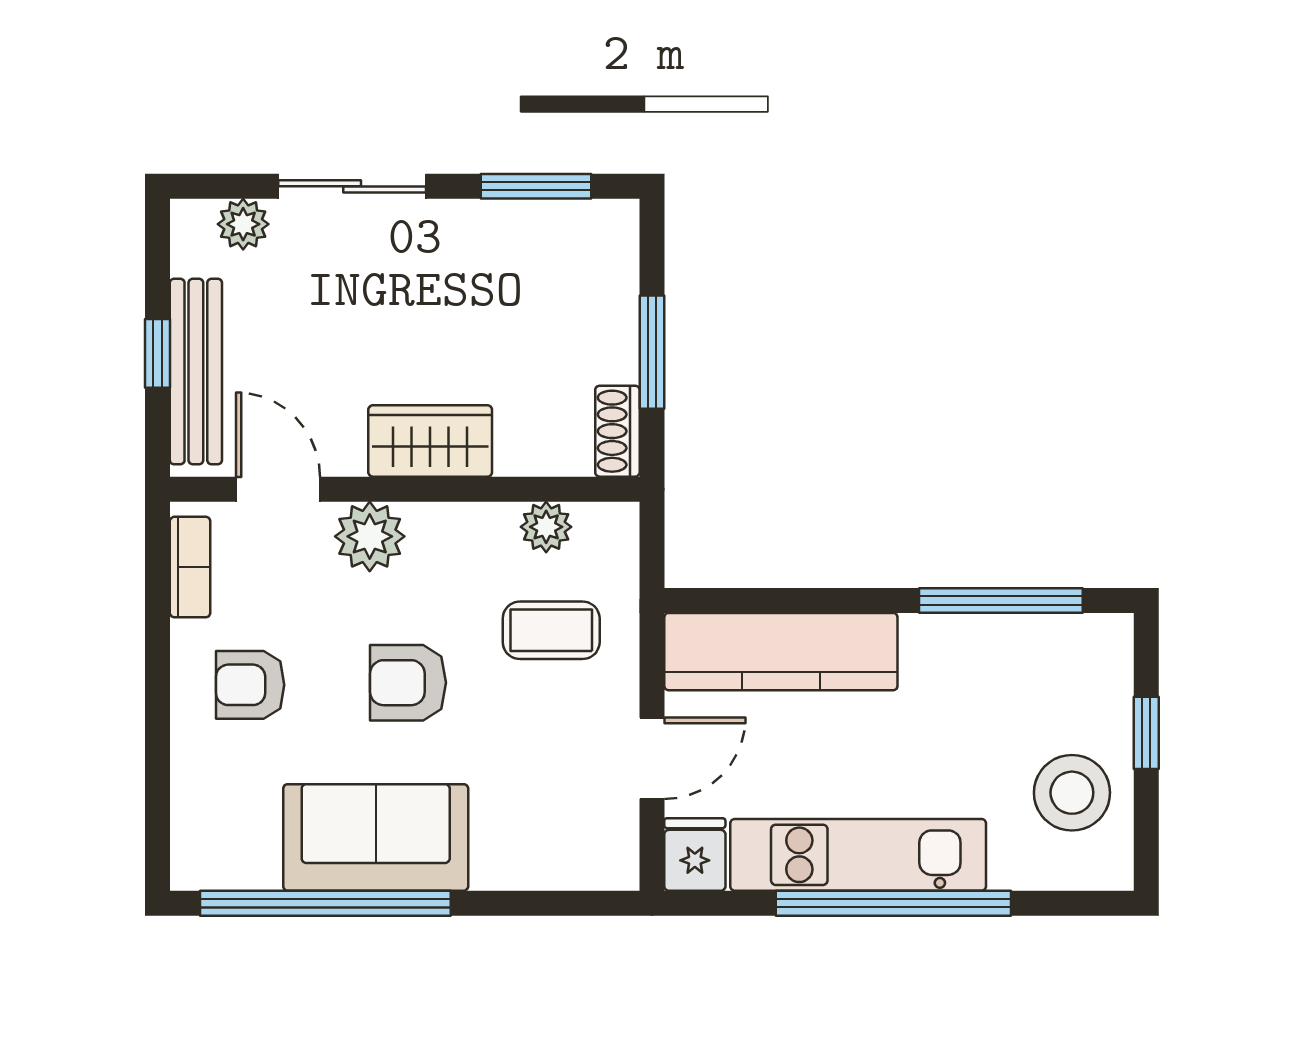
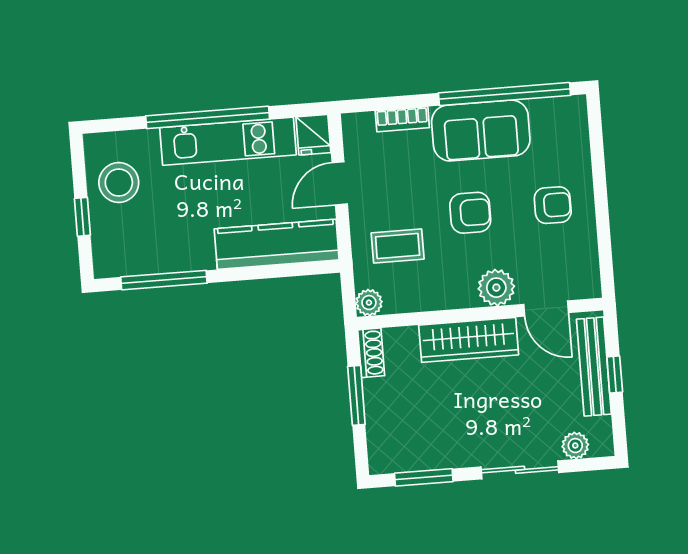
wardrobe: (430, 441) -> (469, 340), width x1.50
plant: (546, 527) -> (369, 303), moved
bookcase: (190, 567) -> (402, 119), moved, turned -90

